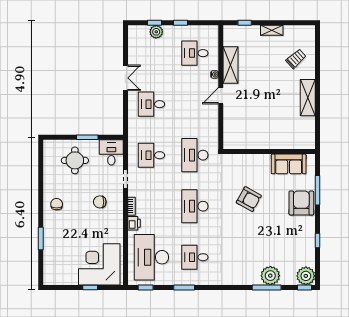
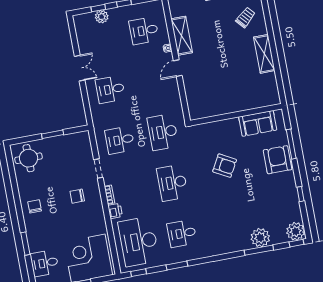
desk: (111, 152) -> (45, 263), moved, turned -90
round table: (75, 160) -> (29, 158), moved

